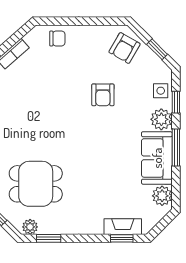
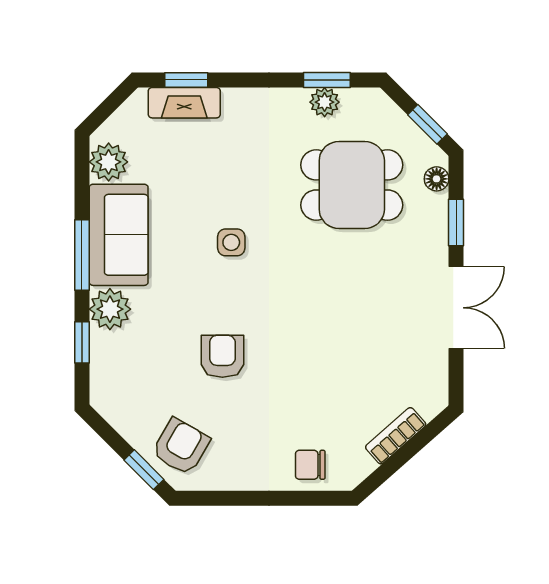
window: (157, 49) -> (144, 470), moved
side table: (161, 91) -> (231, 242), moved
plant: (30, 227) -> (325, 102), moved

